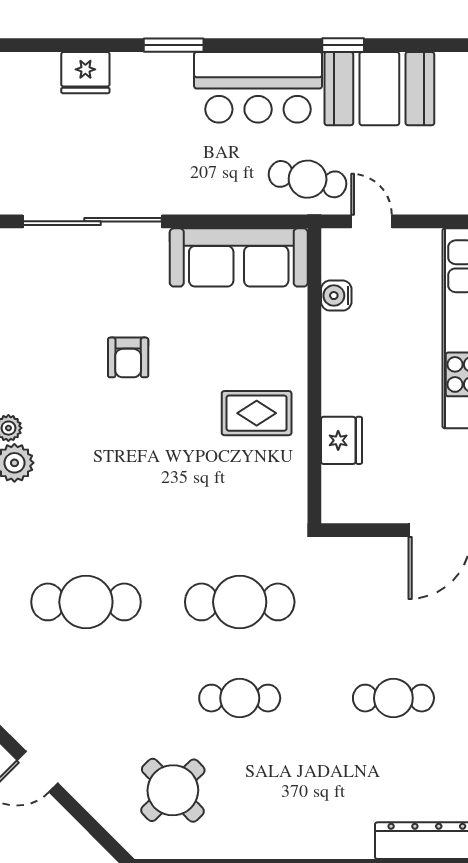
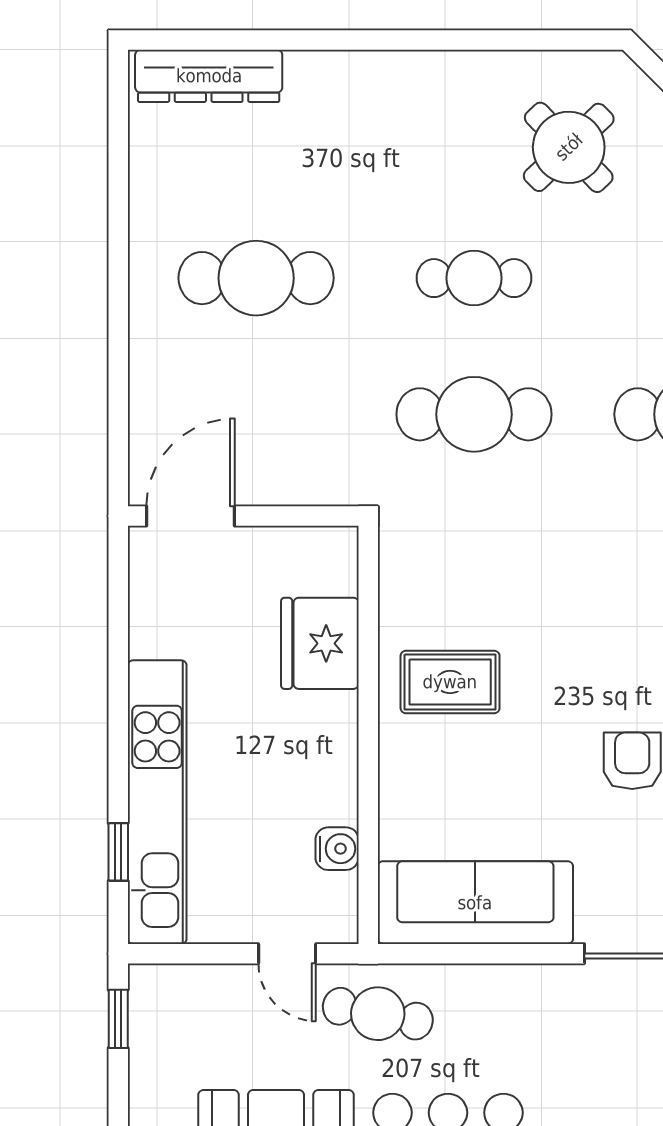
fridge: (341, 440) -> (320, 643), width x1.36, depth x1.34
cafe table: (393, 698) -> (256, 278), width x1.37, depth x1.35

